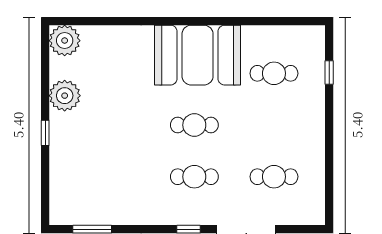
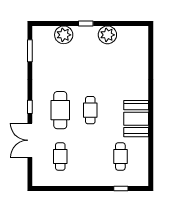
plant: (65, 41) -> (64, 35), moved
booth: (198, 55) -> (136, 119), width x0.73, depth x0.70
cafe table: (194, 177) -> (60, 110), width x1.37, depth x1.35

